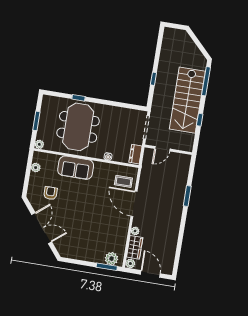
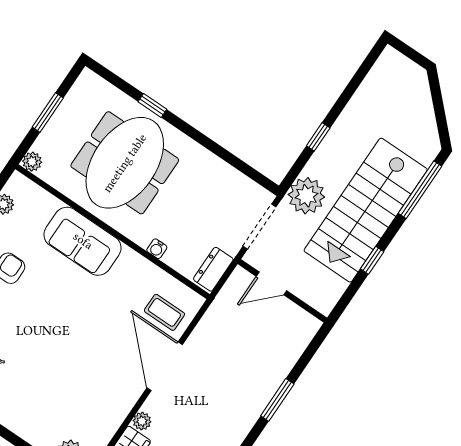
plant: (160, 106) -> (306, 196), added

